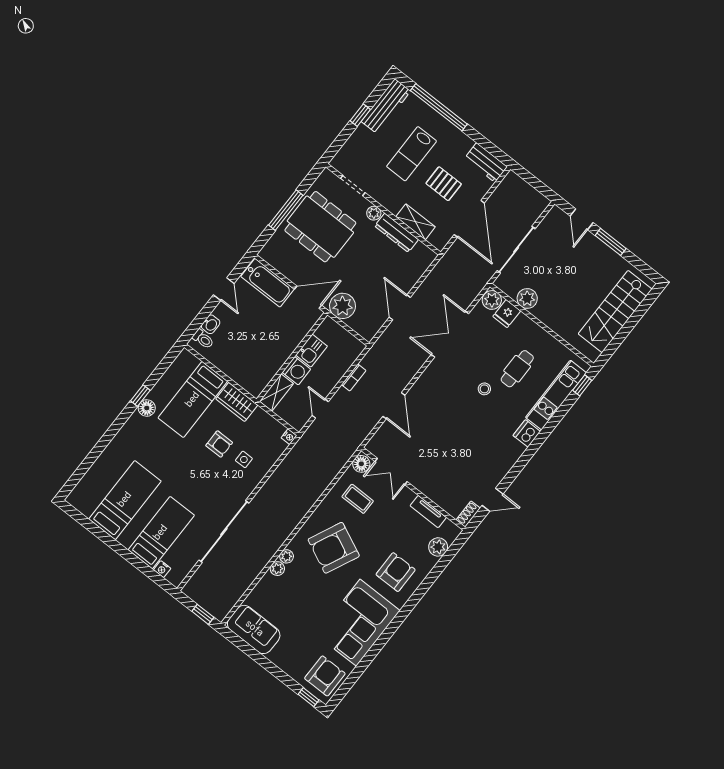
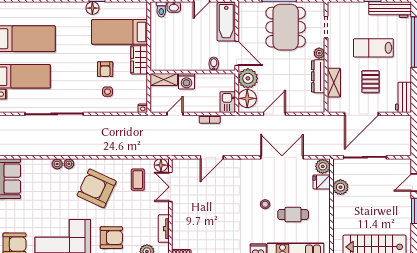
floor lamp: (362, 323) -> (247, 98), added
bidet: (300, 329) -> (214, 64), added
kitchen sink: (312, 351) -> (228, 102), moved, turned 90

